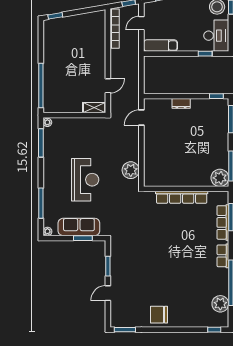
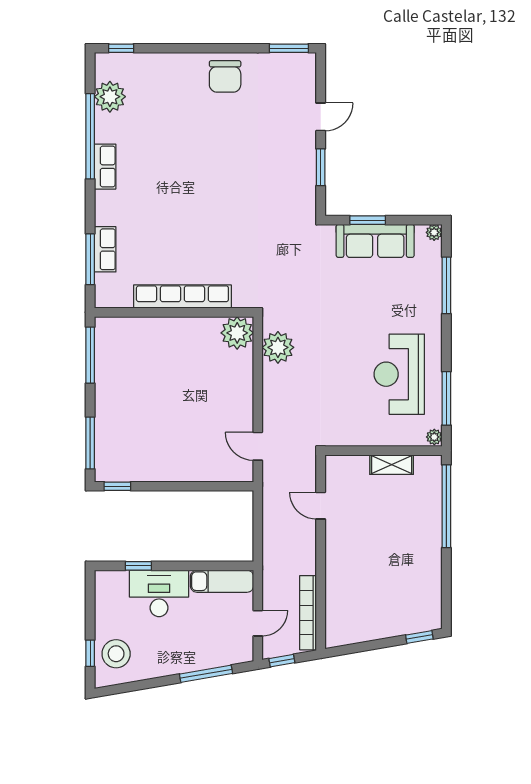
desk: (216, 36) -> (159, 593), moved, turned 90
door: (108, 86) -> (321, 506), hinge flipped
dresser: (181, 103) -> (184, 473), removed
shelving: (94, 108) -> (392, 465), moved
door: (141, 117) -> (258, 446), swing flipped
plant: (220, 178) -> (237, 333), moved
reception desk: (85, 180) -> (399, 374), moved
row of seats: (223, 222) -> (105, 249), width x0.68
row of seats: (223, 256) -> (105, 167), moved
chair: (159, 315) -> (225, 76), turned 90

